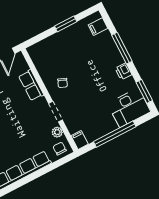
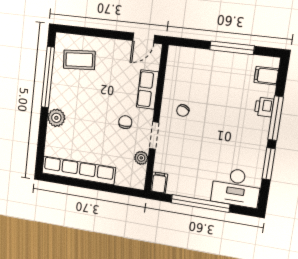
window: (66, 24) -> (232, 48), width x1.44
printer: (123, 71) -> (264, 107), moved
window: (144, 91) -> (269, 164), moved
chair: (60, 149) -> (125, 122), moved

